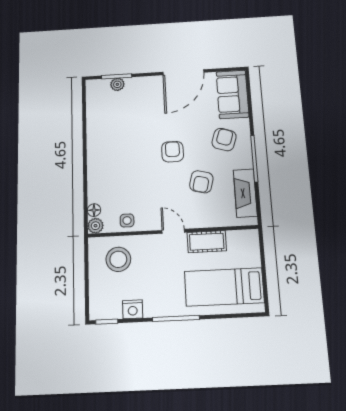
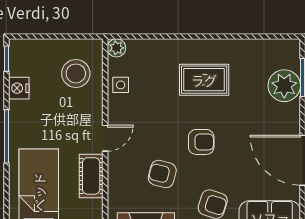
plant: (117, 84) -> (284, 86), width x1.87, depth x1.87
rug: (121, 152) -> (204, 80), added
floor lamp: (94, 210) -> (135, 46), removed

